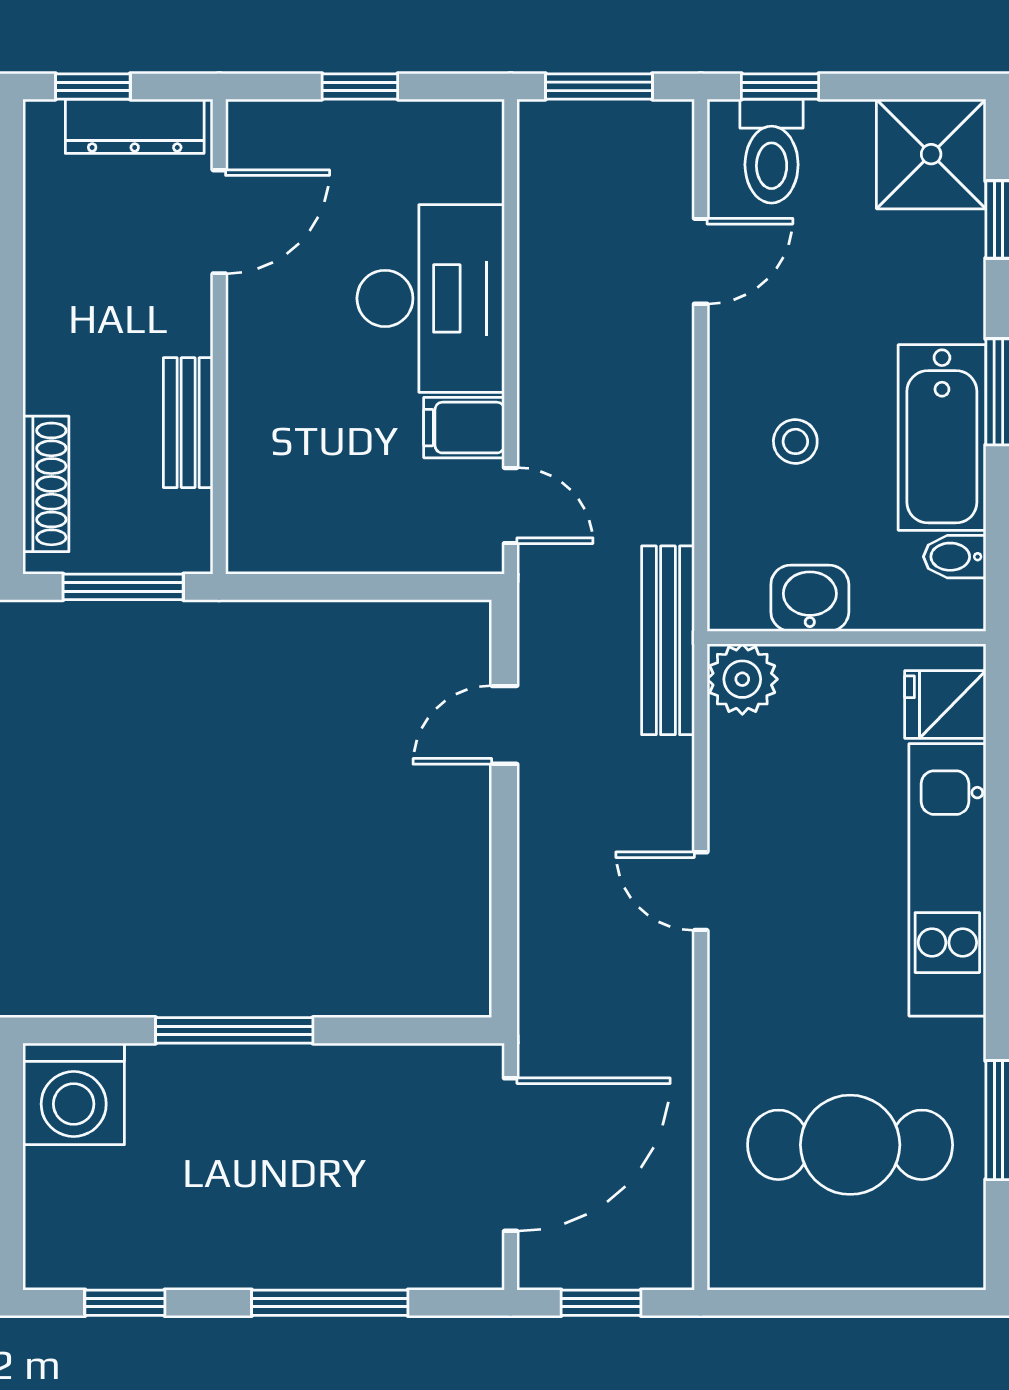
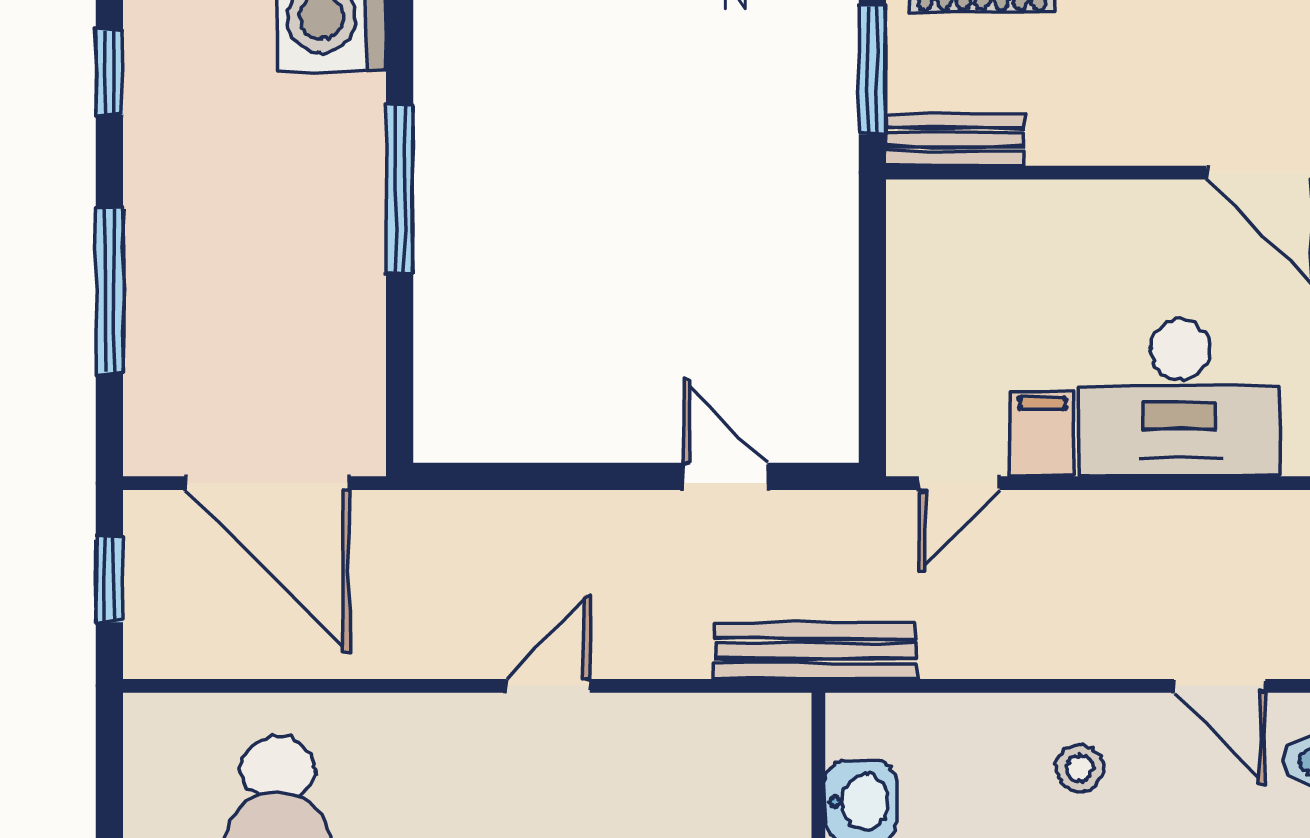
bench: (188, 423) -> (955, 139), moved
stool: (795, 441) -> (1080, 768), moved
plant: (742, 679) -> (774, 730), removed

